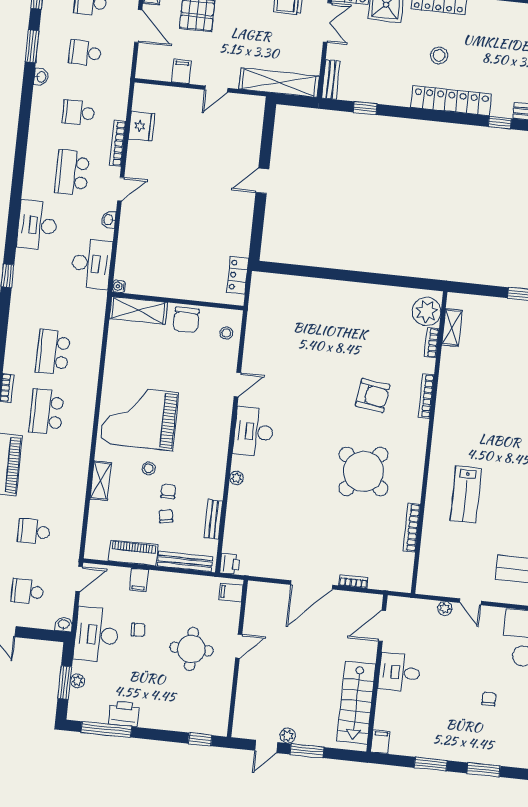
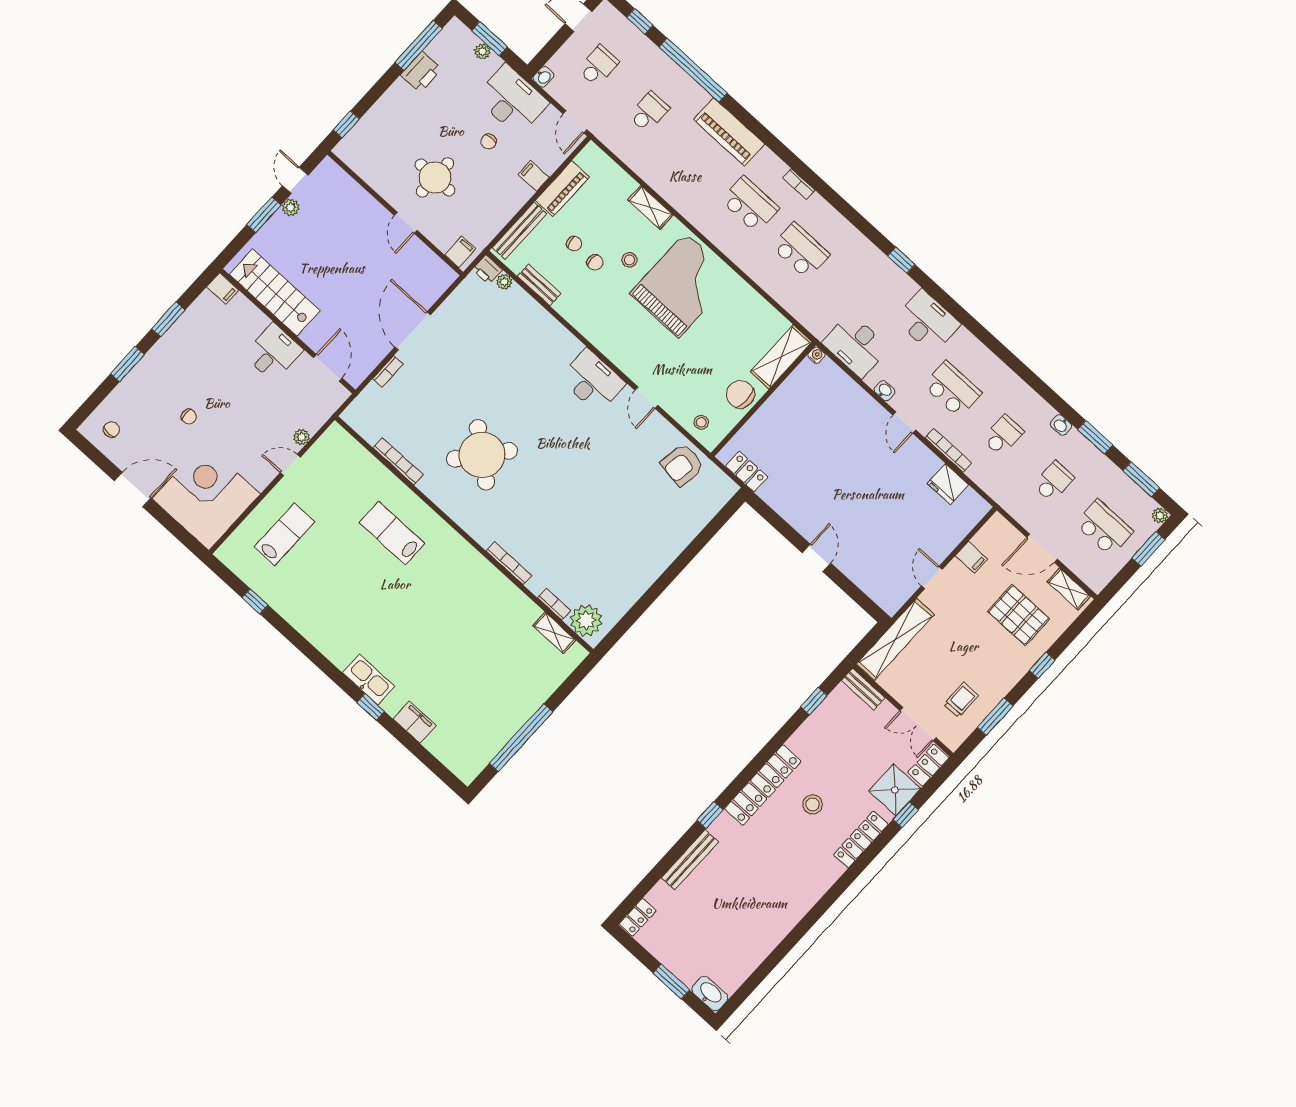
armchair: (373, 395) -> (682, 465), moved
plant: (236, 478) -> (504, 282), moved

